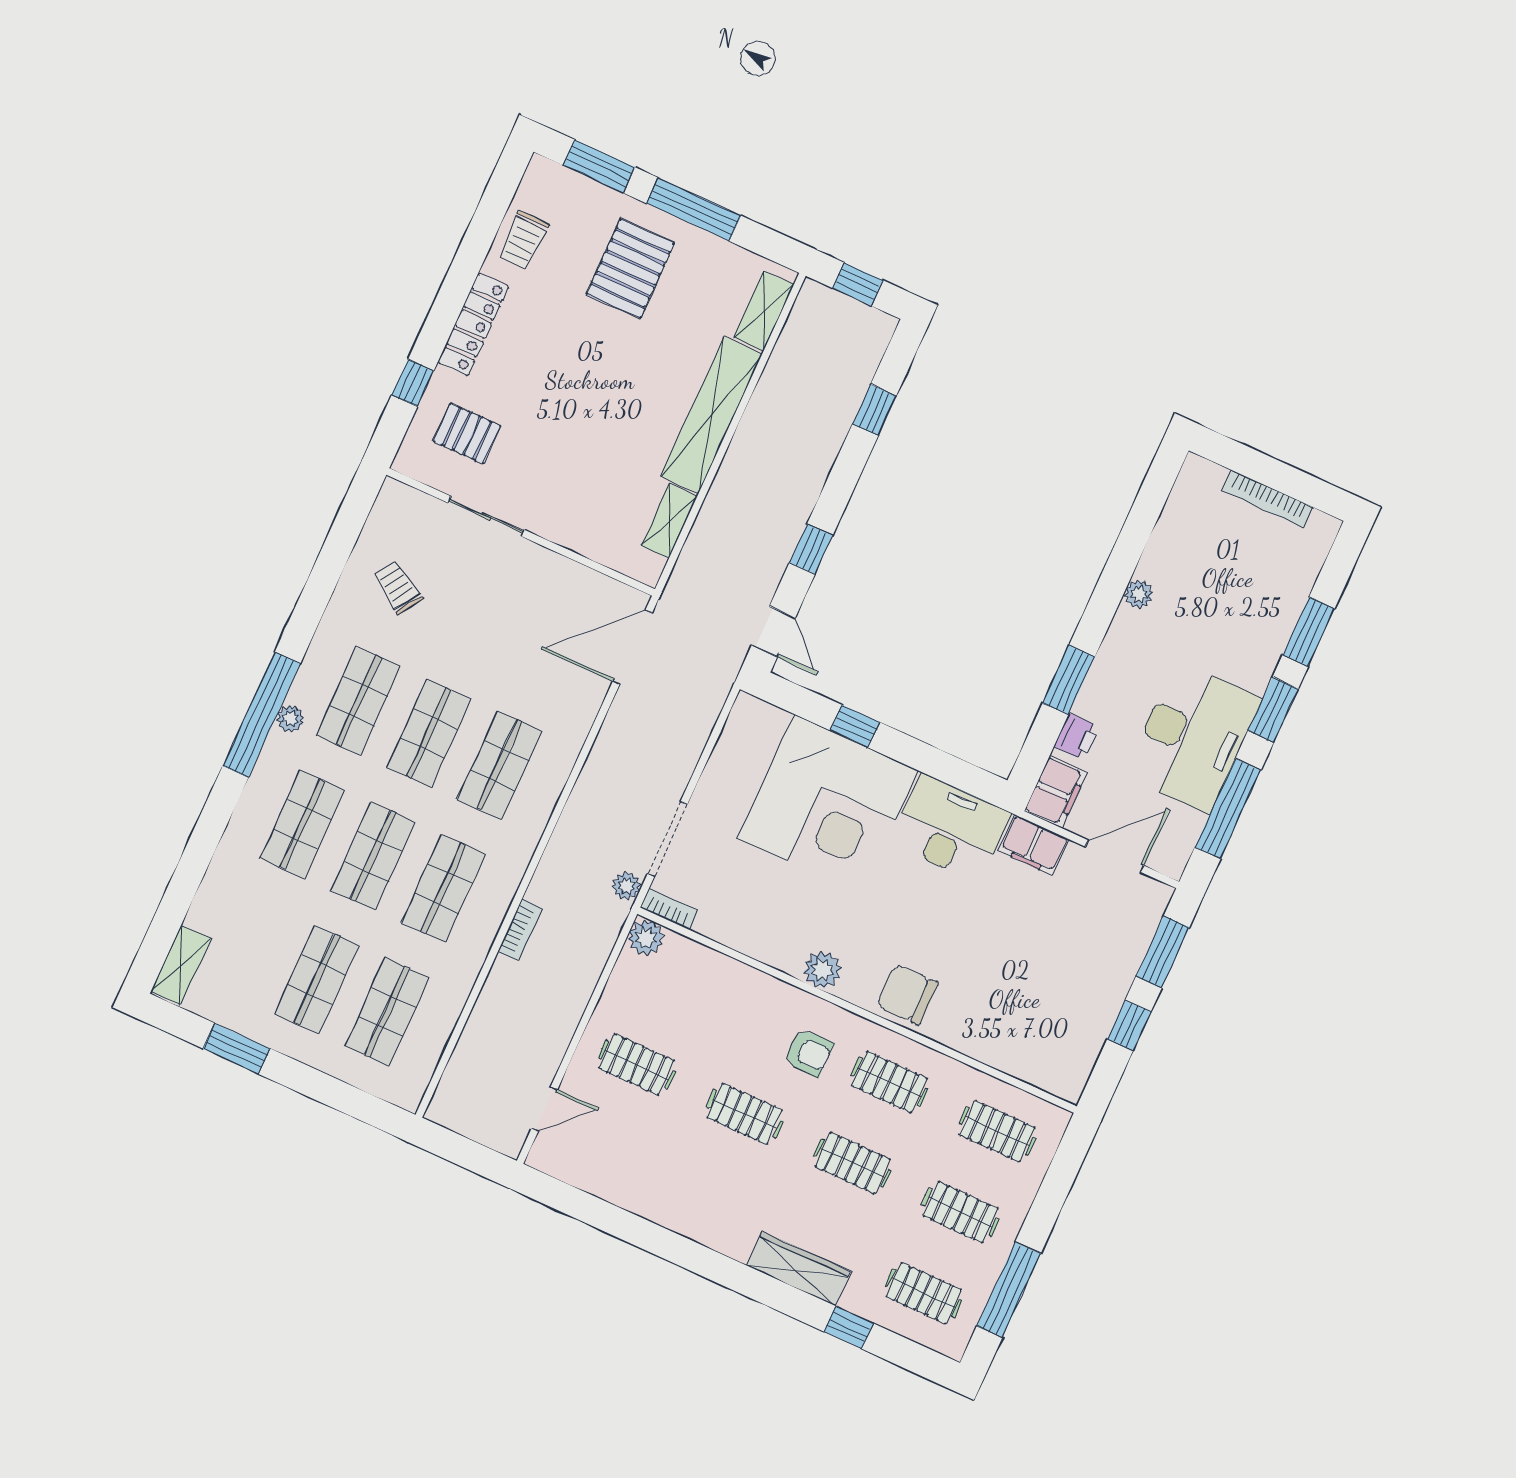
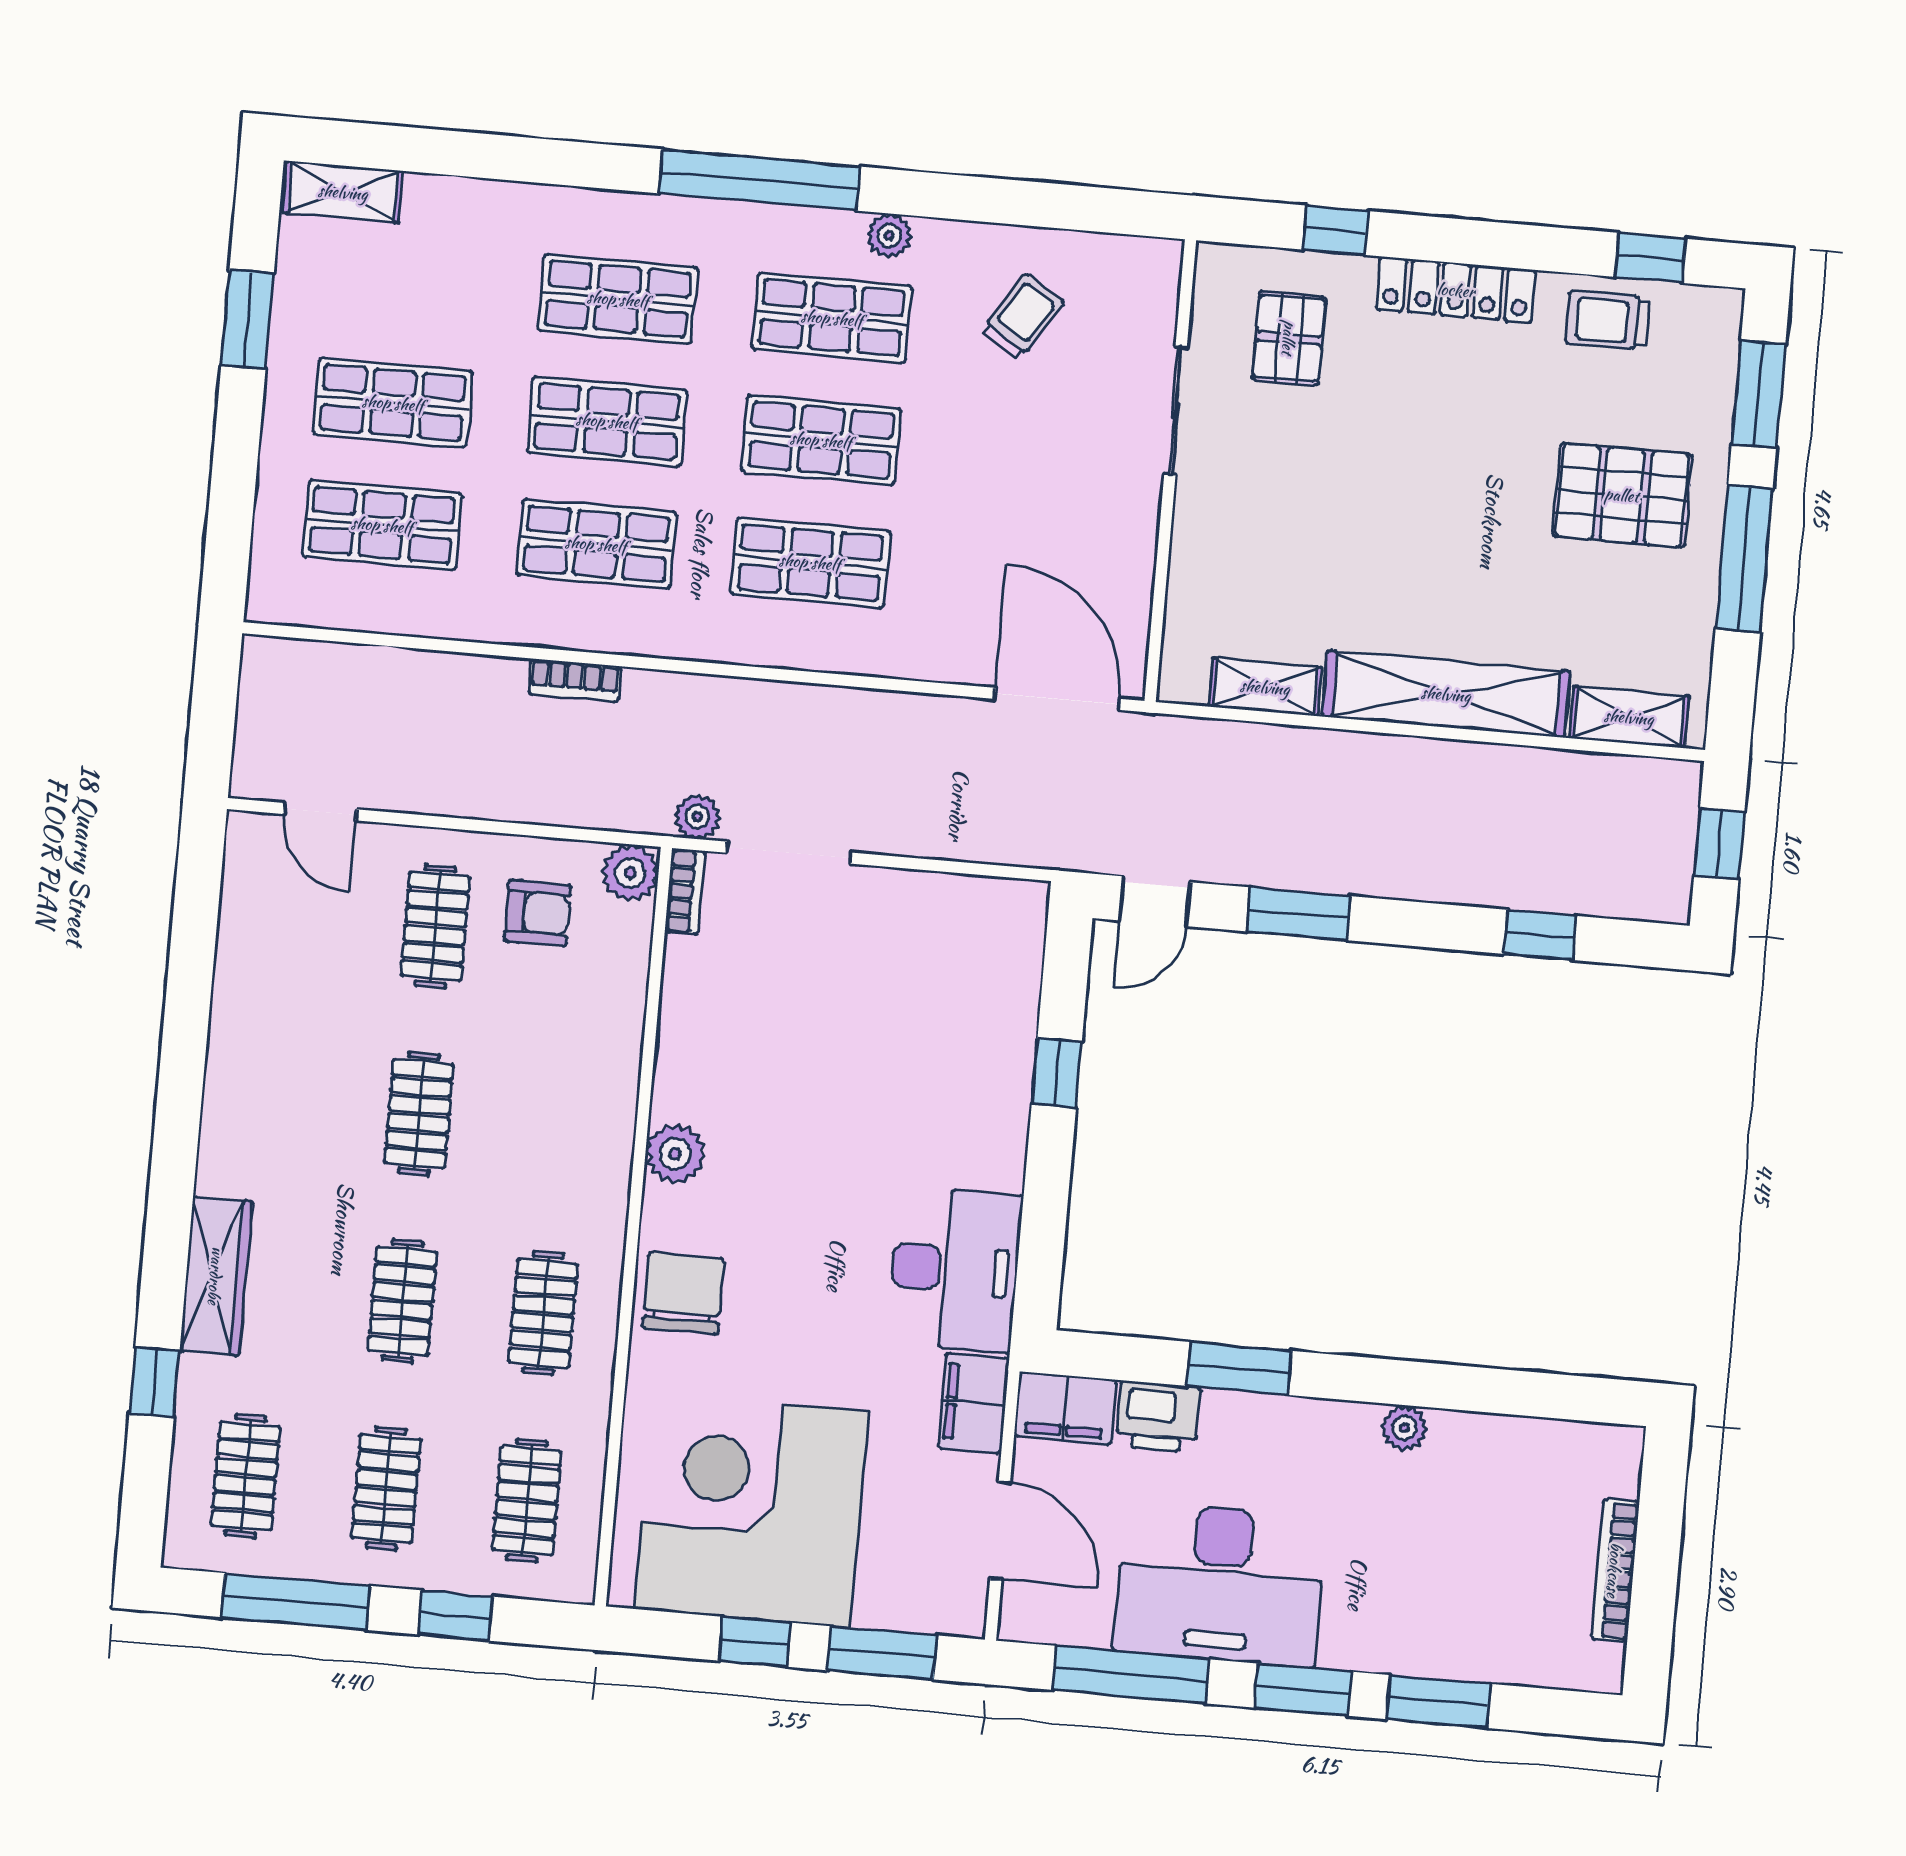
window: (495, 202) -> (1650, 258), added
window: (811, 549) -> (1298, 914), width x1.50
plant: (290, 719) -> (889, 236), moved
printer: (1077, 737) -> (1158, 1417), width x1.36, depth x1.24
corner desk: (828, 804) -> (752, 1510), moved, turned 90
armchair: (808, 1053) -> (538, 913), moved, turned -90
window: (1051, 1198) -> (455, 1615), added

